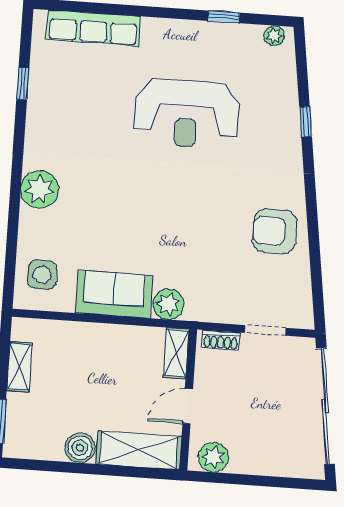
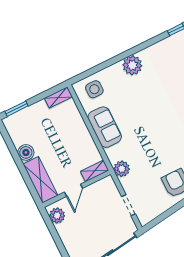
plant: (168, 304) -> (122, 169), moved
shoe rack: (221, 340) -> (112, 188), removed
shelving: (19, 367) -> (58, 97), moved
door: (188, 406) -> (73, 190), swing flipped

